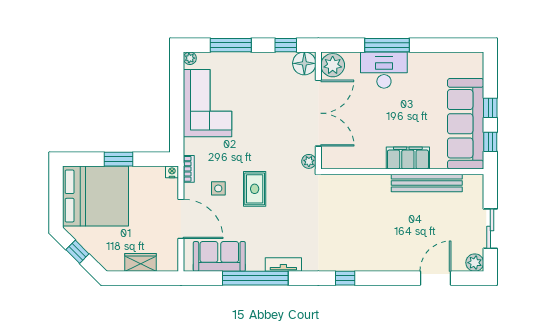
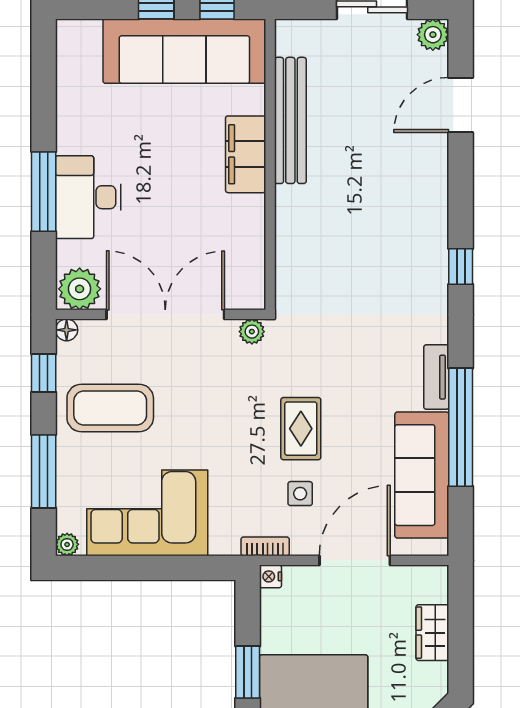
floor lamp: (304, 63) -> (67, 330), width x0.53, depth x0.53
coffee table: (266, 82) -> (110, 408), added
rug: (255, 189) -> (301, 429), turned 90
sofa: (219, 256) -> (422, 475), width x1.36
door: (435, 278) -> (461, 105), hinge flipped

